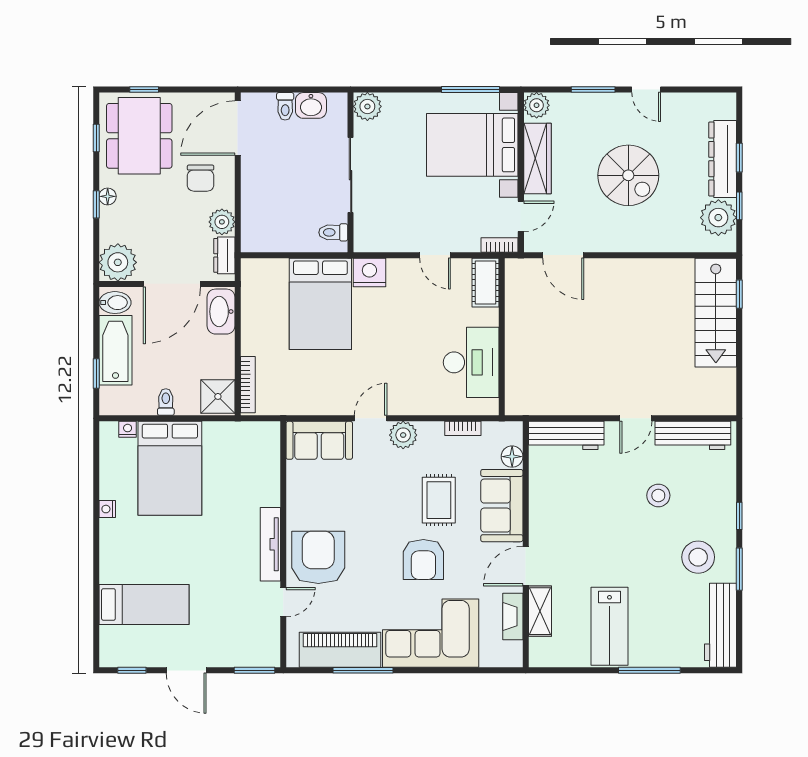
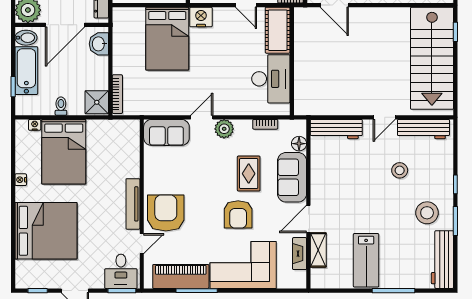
cot: (485, 283) -> (278, 30), width x1.37, depth x1.34
washbasin: (221, 312) -> (99, 44), width x0.72
stairs: (716, 313) -> (432, 58), width x1.36, depth x1.51
bed: (144, 604) -> (46, 231), width x2.04
desk: (253, 642) -> (121, 271), added

